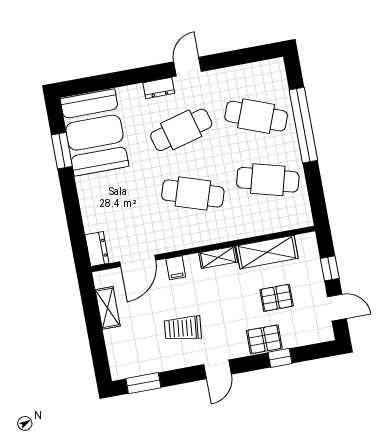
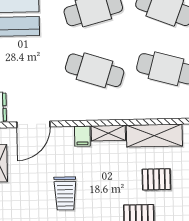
filing cabinet: (176, 268) -> (82, 136), moved
trolley: (183, 328) -> (65, 193), turned -96

